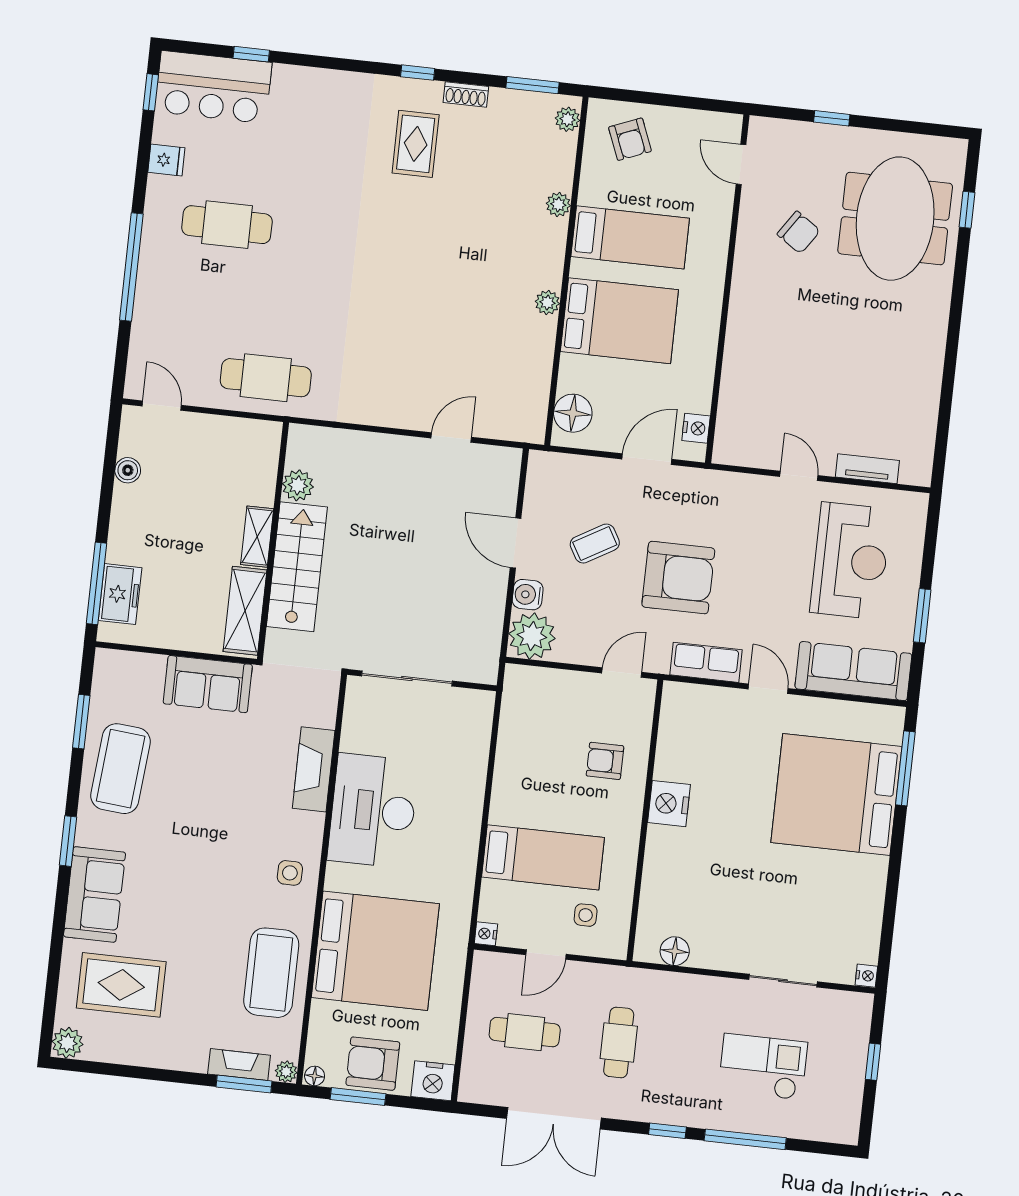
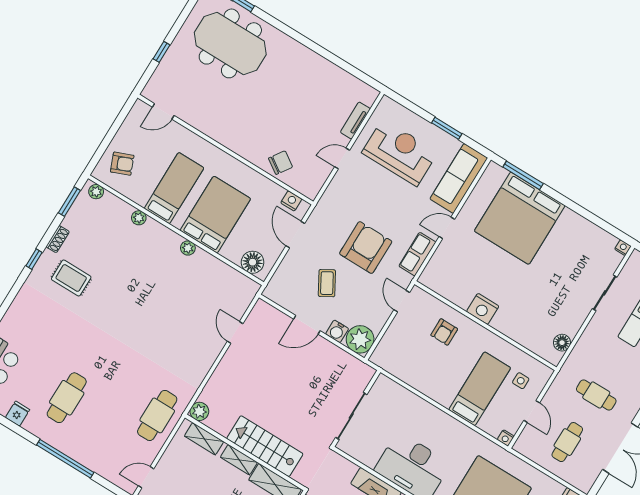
chair: (799, 232) -> (281, 163), moved
shelving: (264, 467) -> (204, 439), added
plant: (298, 485) -> (199, 411), moved

